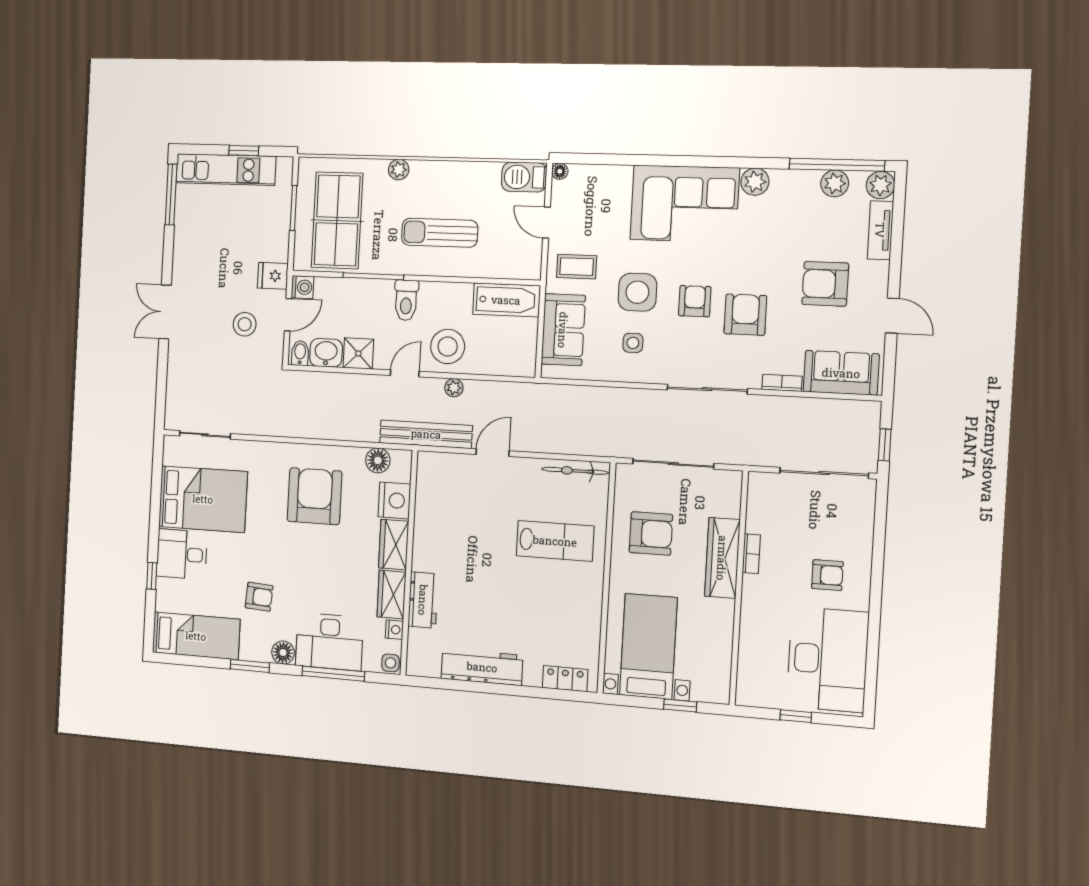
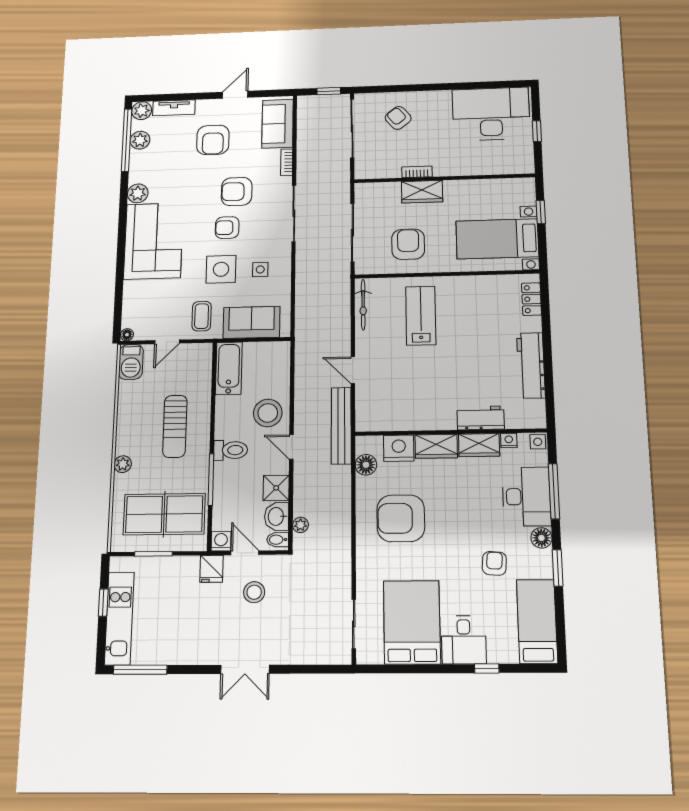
plant: (454, 388) -> (300, 525), moved
wardrobe: (722, 558) -> (422, 192), width x0.67
armchair: (827, 575) -> (398, 118), moved, turned -39

